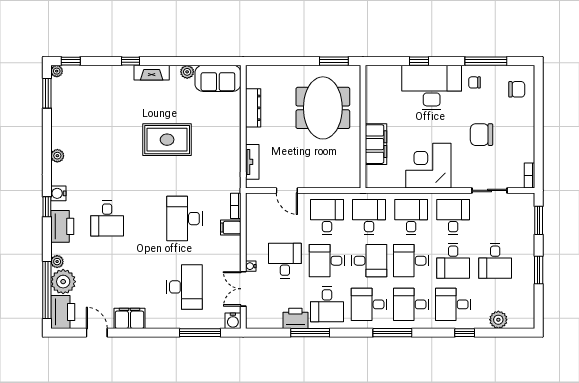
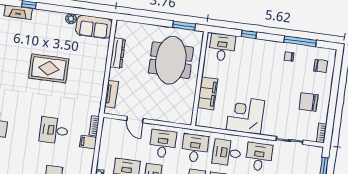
fireplace: (152, 73) -> (18, 12), moved
desk: (432, 87) -> (222, 47), moved, width x0.53, depth x0.77
chair: (482, 135) -> (309, 102), moved
desk: (411, 217) -> (227, 153), turned -90
desk: (184, 219) -> (54, 130), width x0.73

